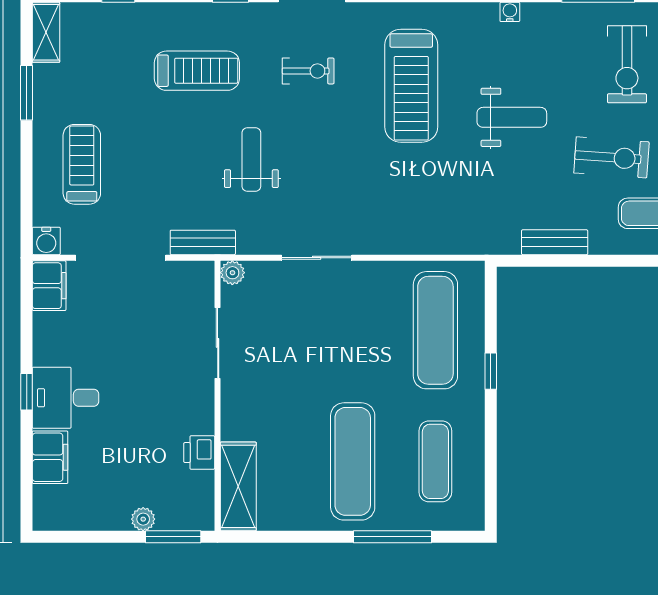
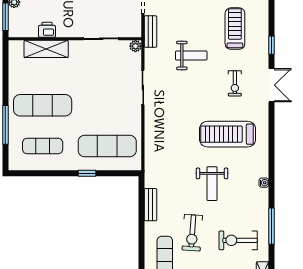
treadmill: (197, 71) -> (235, 29), turned 180
shelving: (238, 486) -> (46, 49), moved

